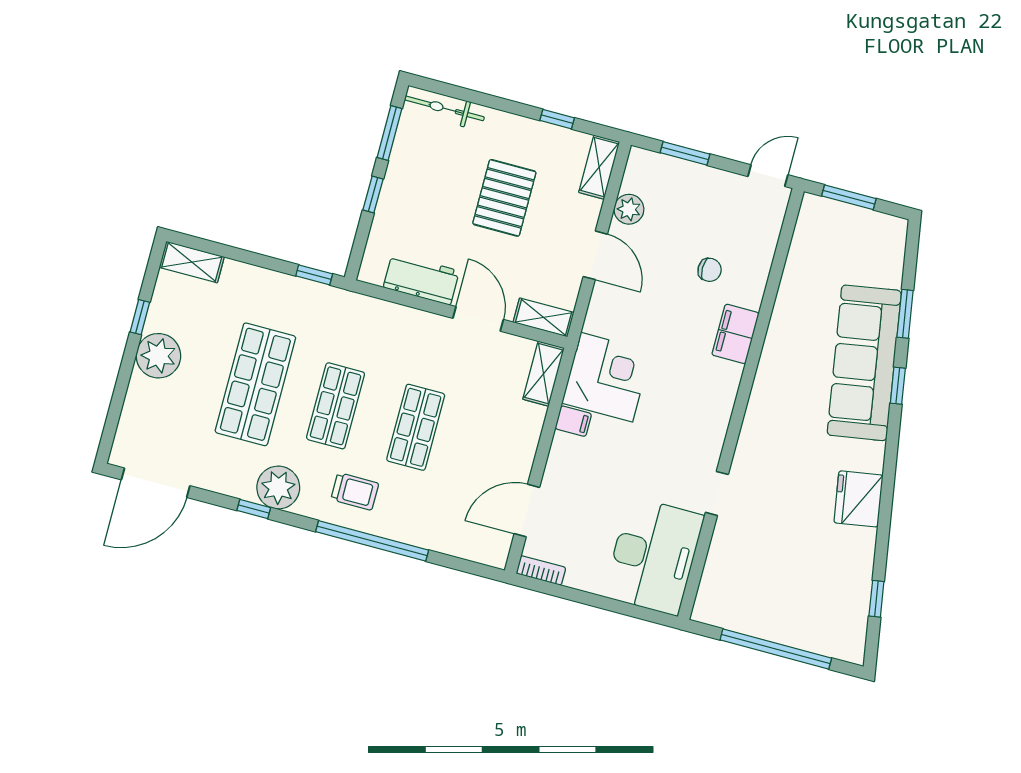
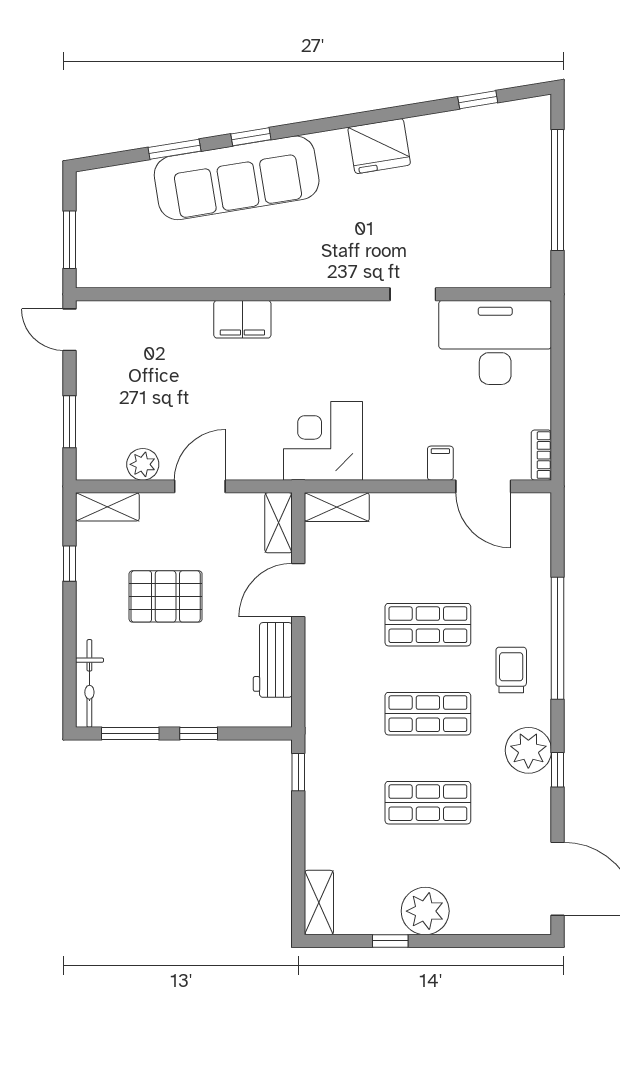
chair: (710, 270) -> (183, 364), removed
shop shelf: (255, 384) -> (428, 803), width x0.70, depth x0.74
filing cabinet: (573, 421) -> (440, 463), moved

